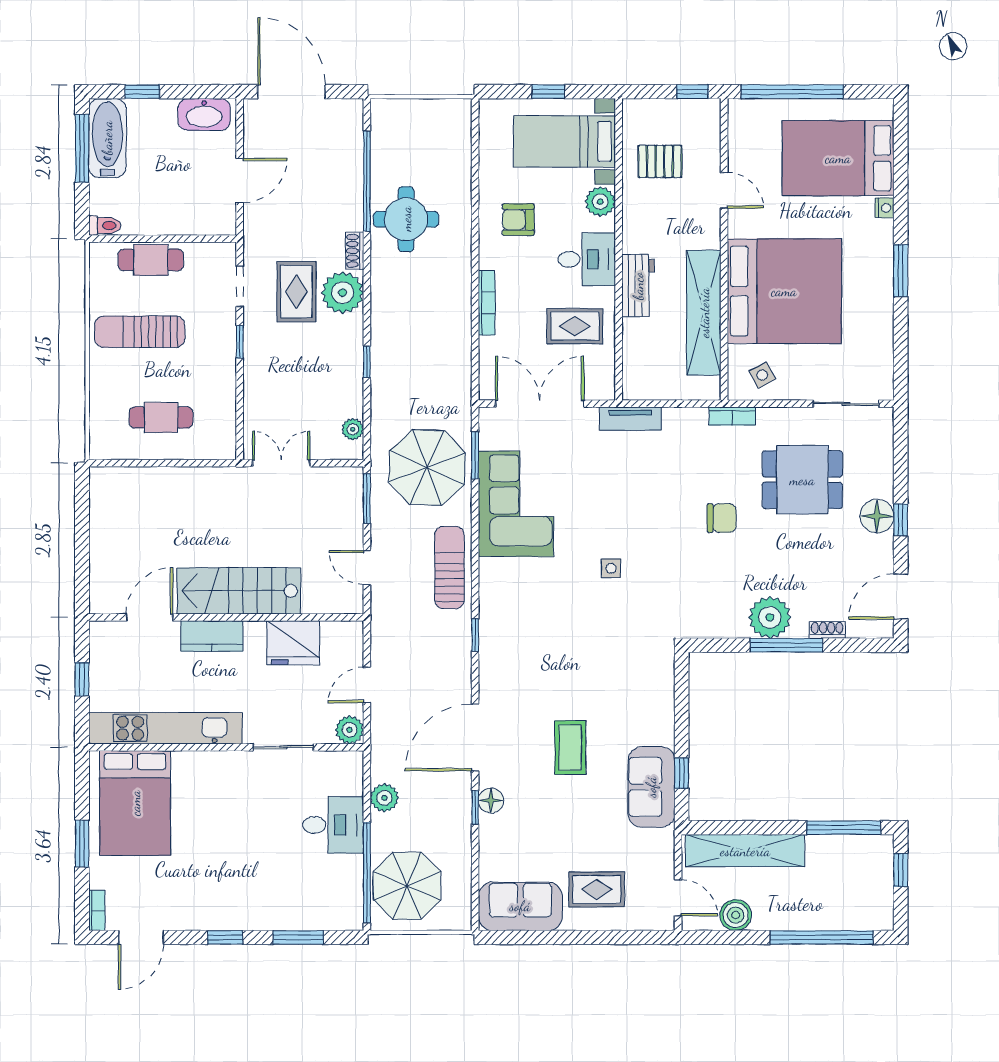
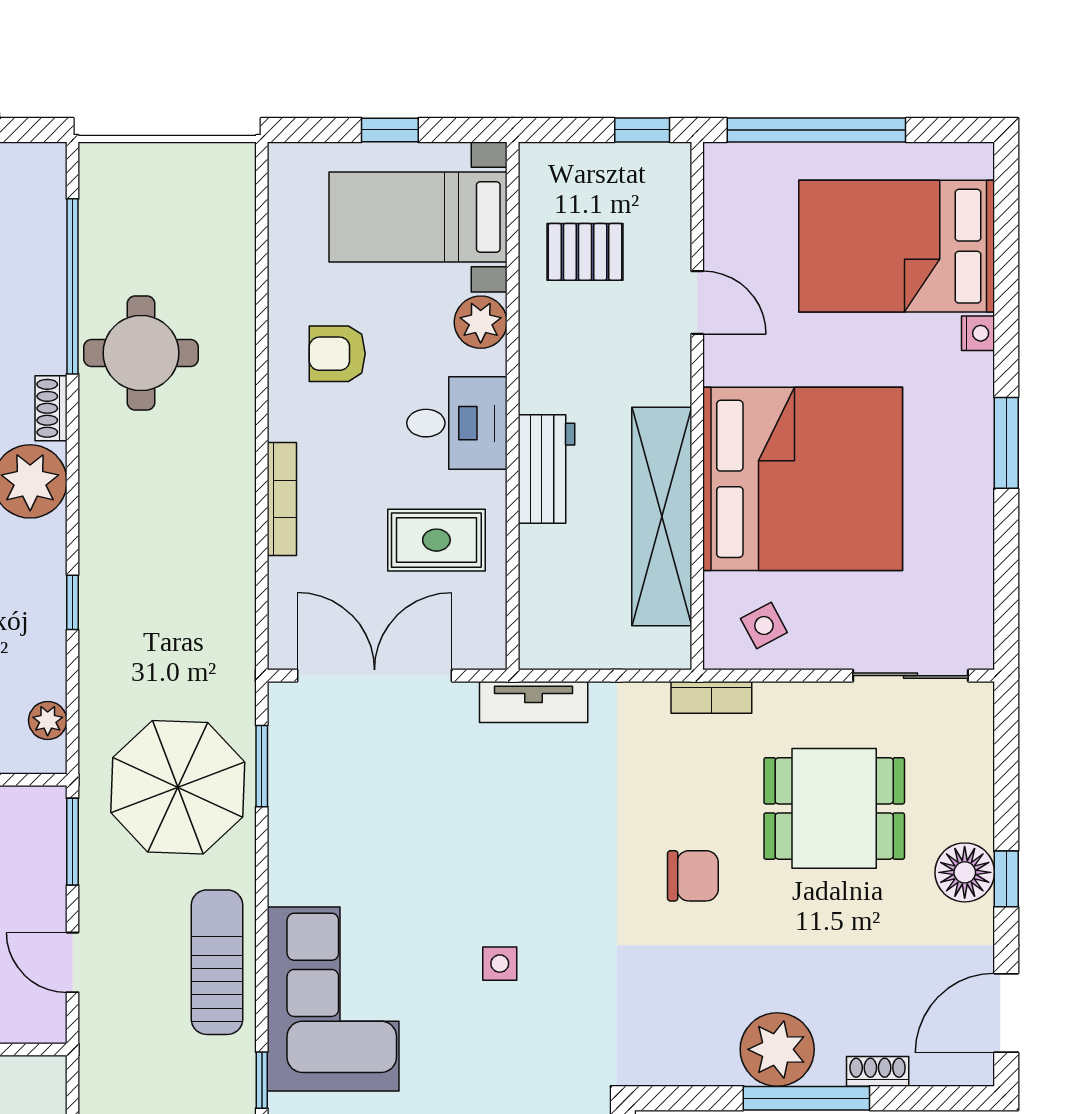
corner sofa: (516, 504) -> (333, 999), moved

